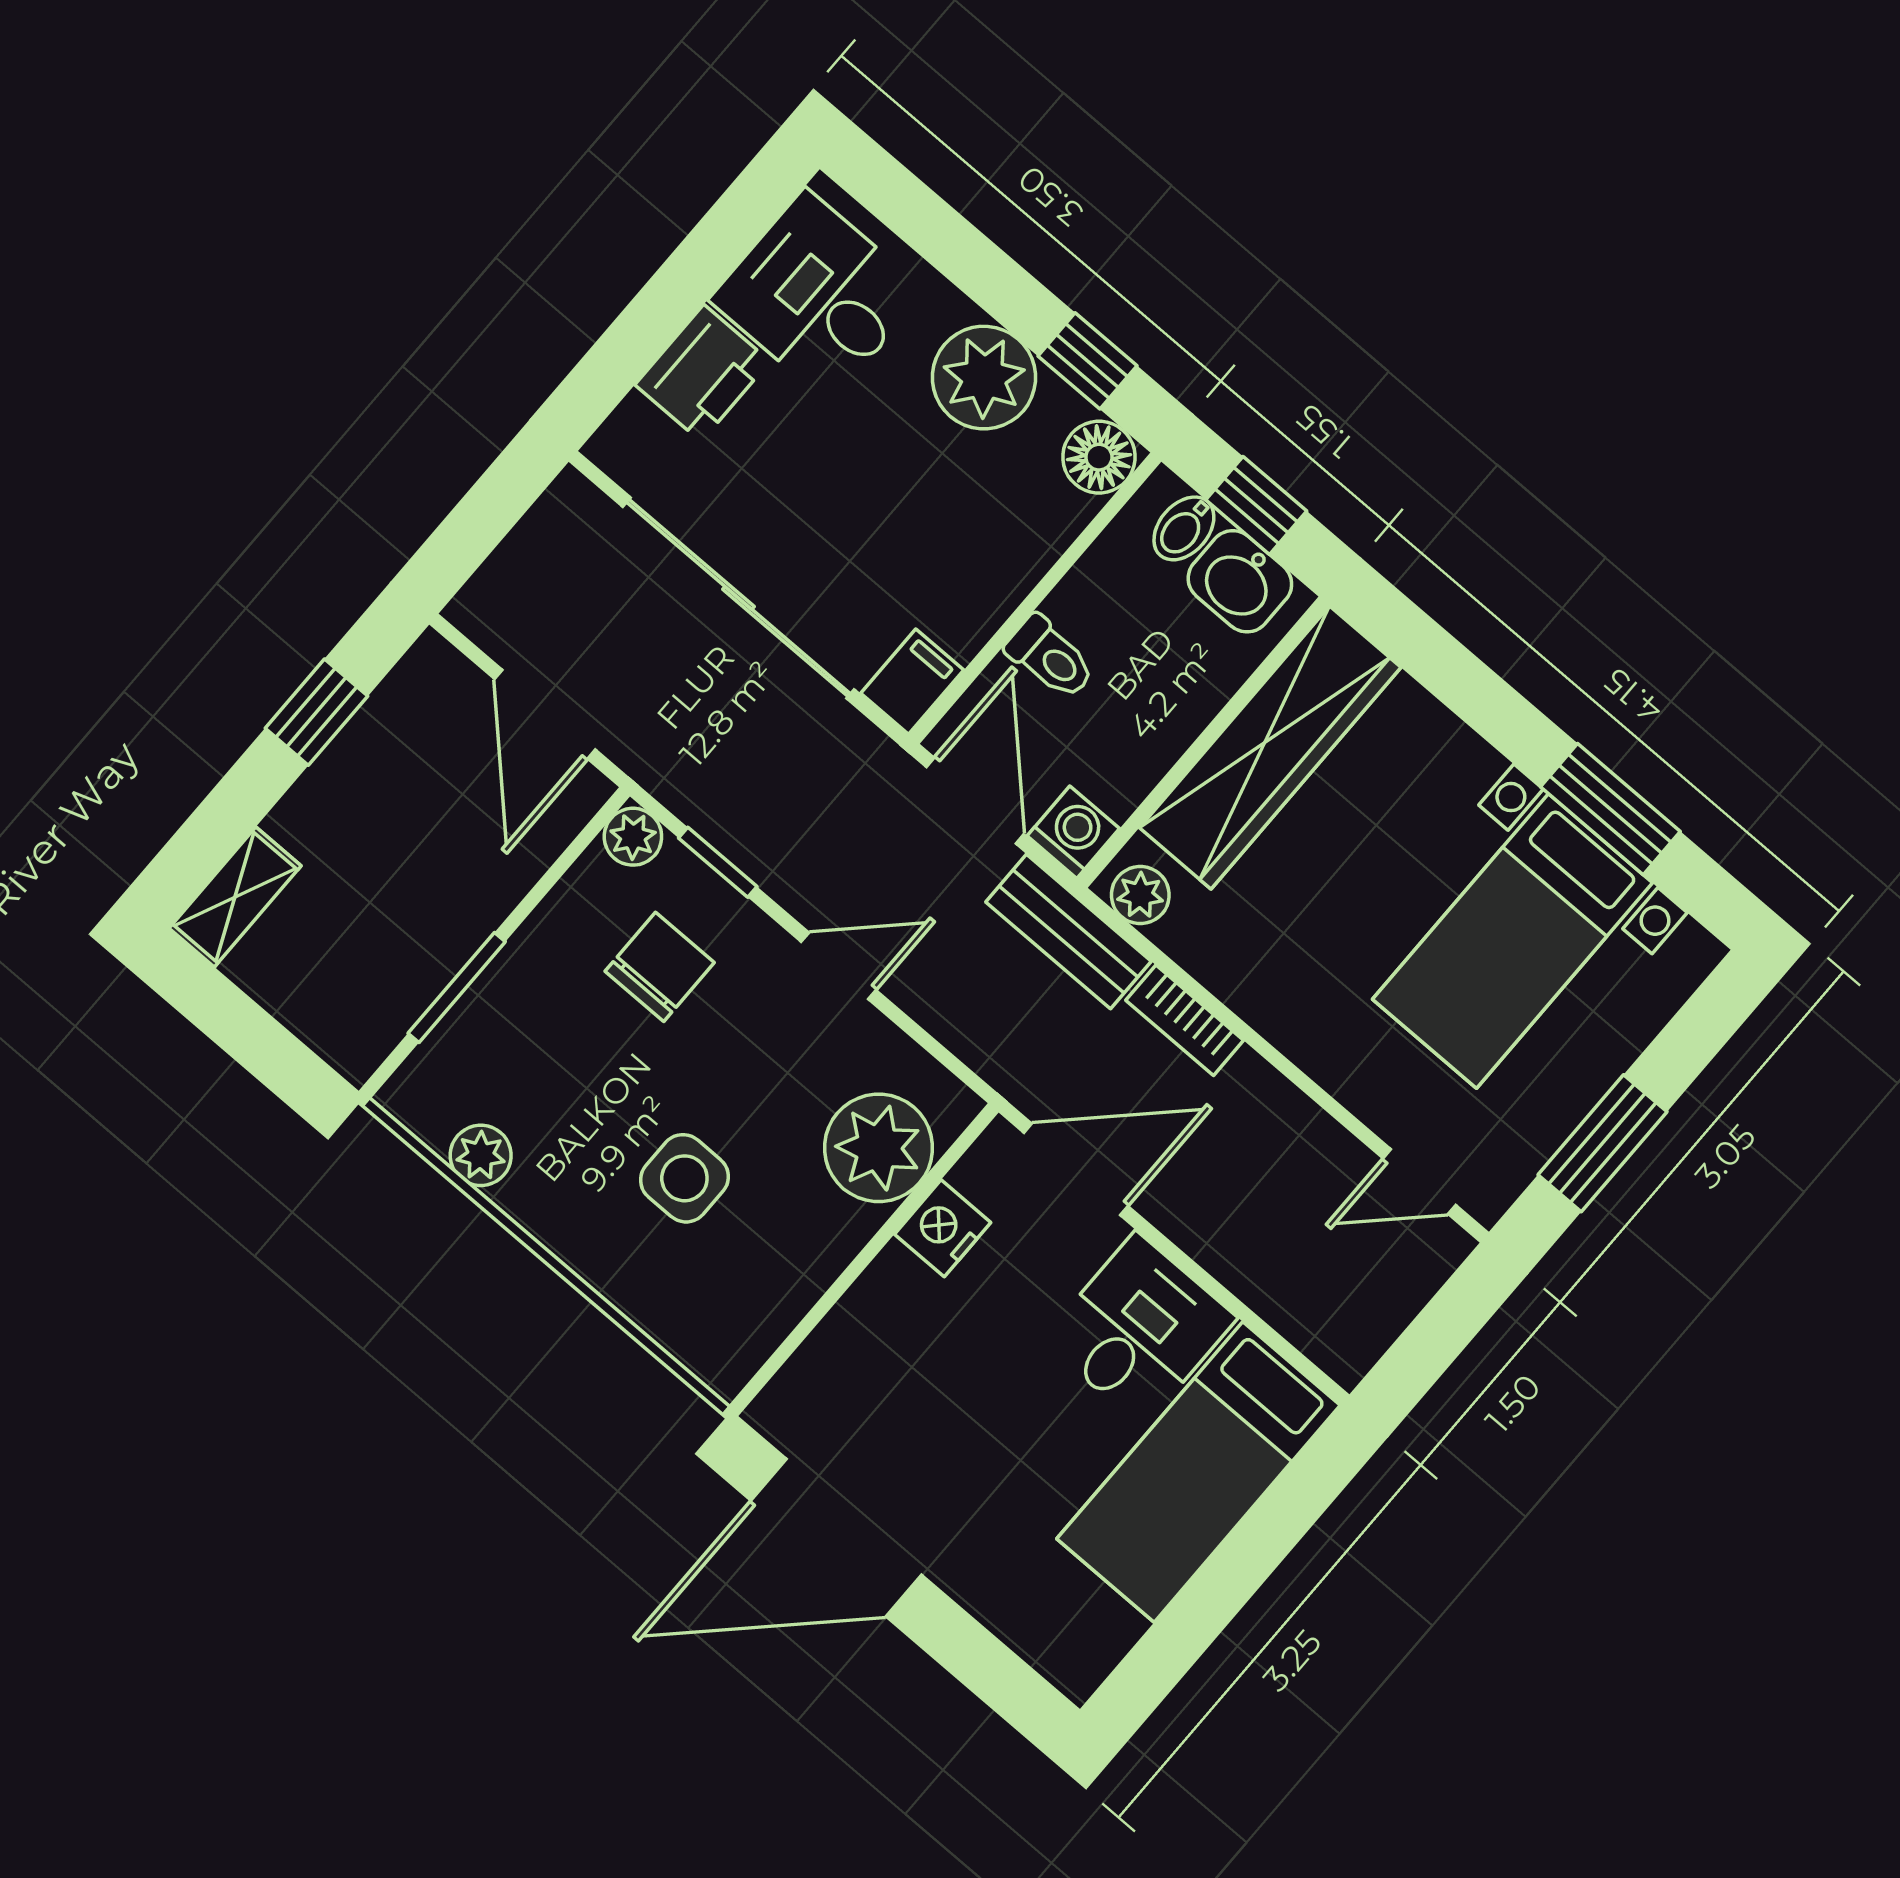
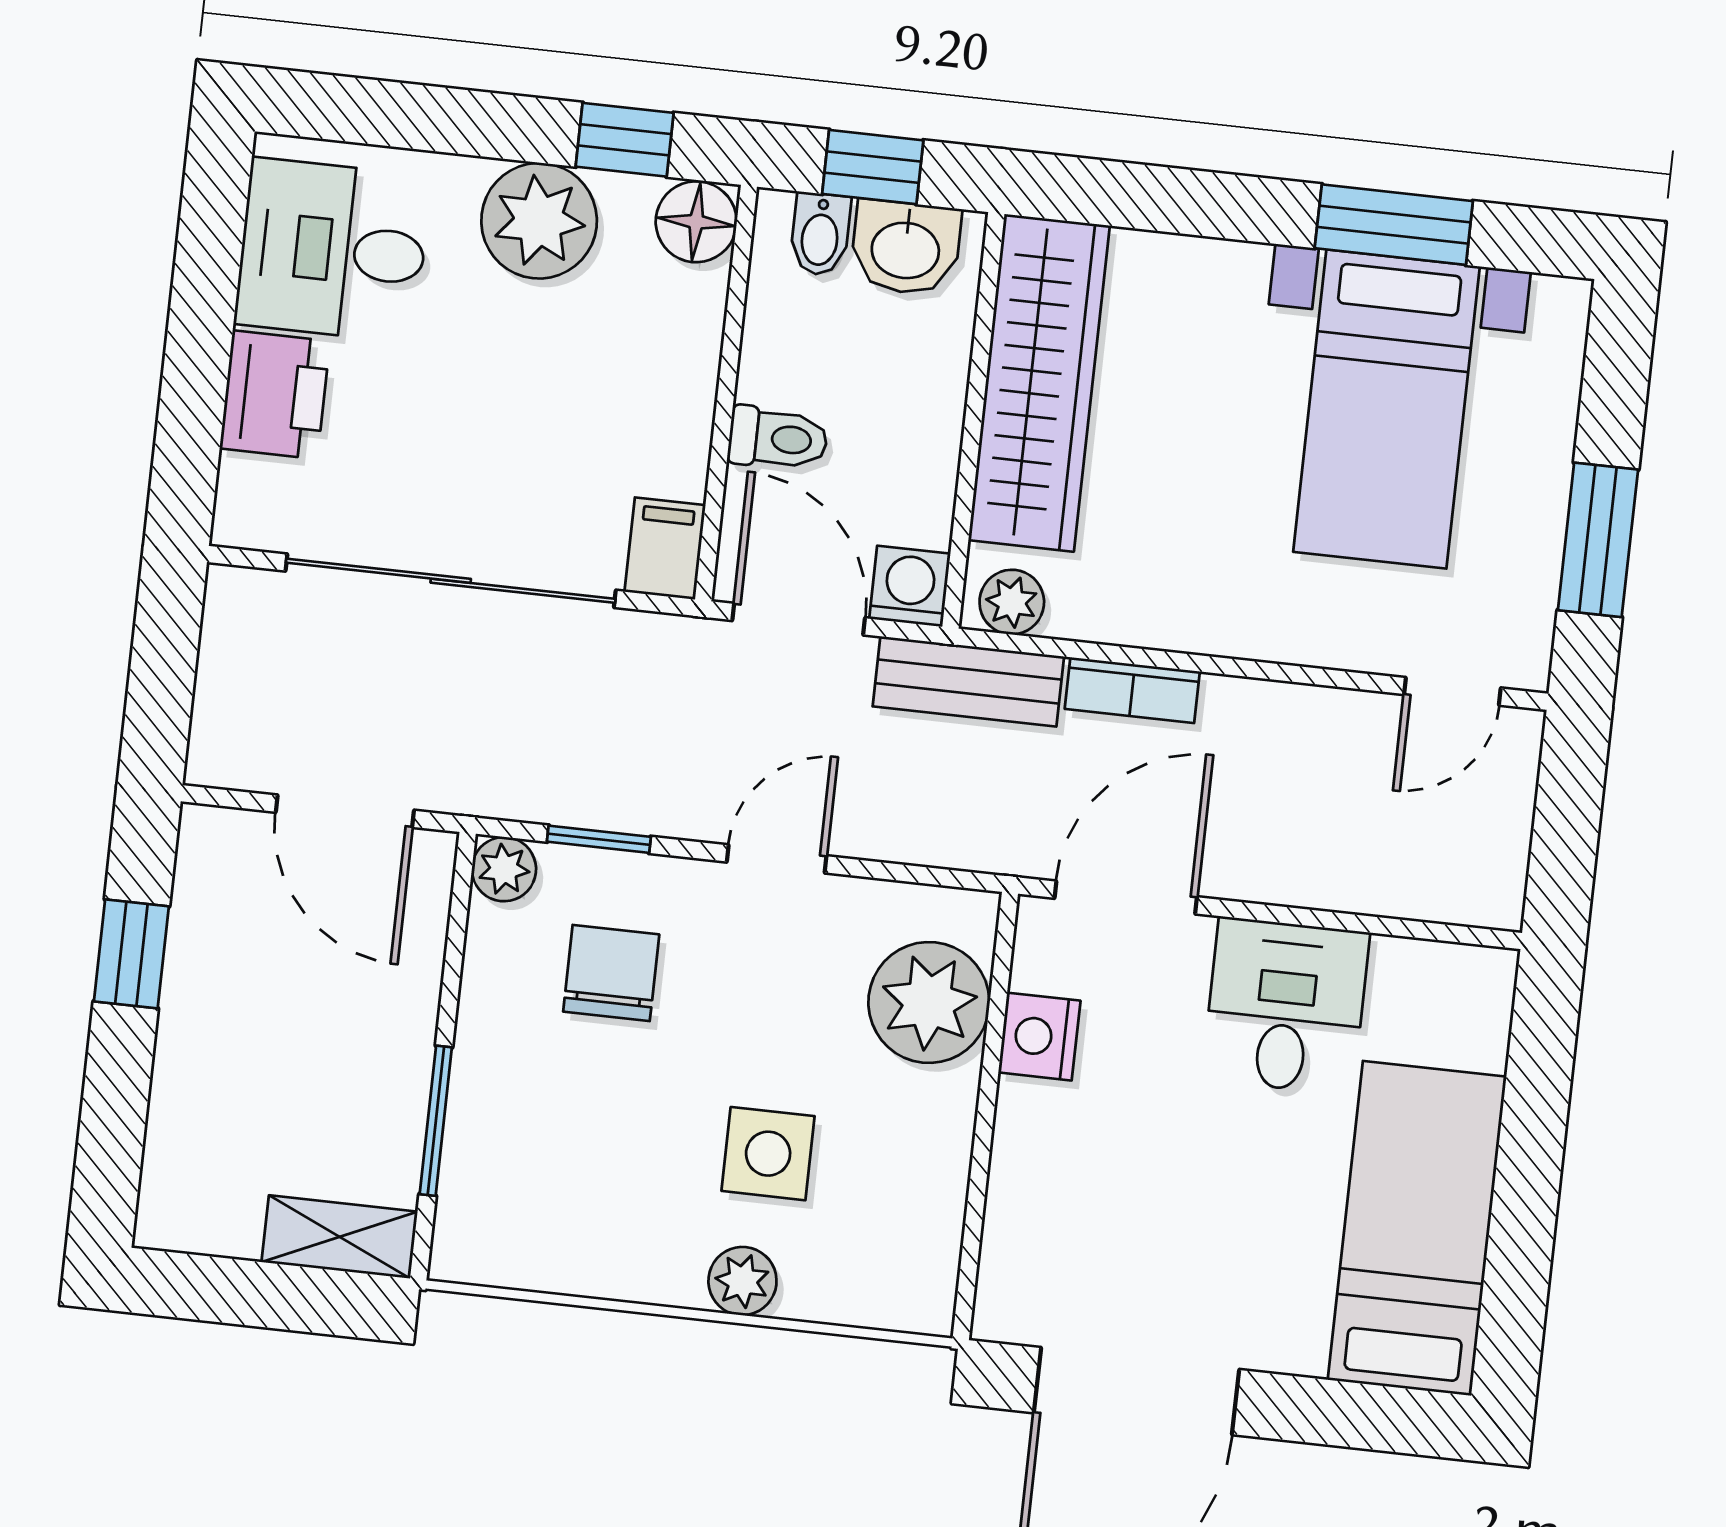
shelving: (235, 897) -> (340, 1237), moved, turned 90
plant: (481, 1155) -> (742, 1281), moved
bed: (1198, 1472) -> (1417, 1228), moved, turned 180

